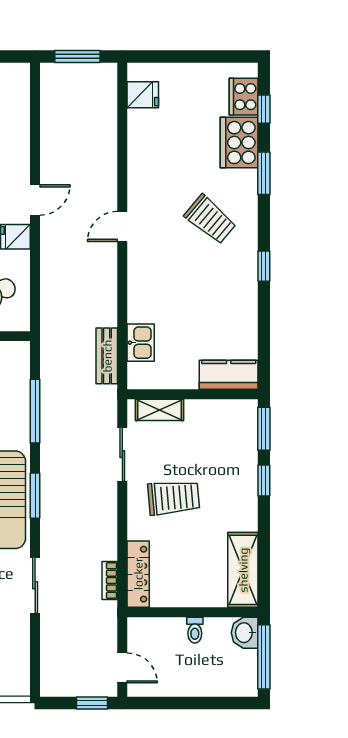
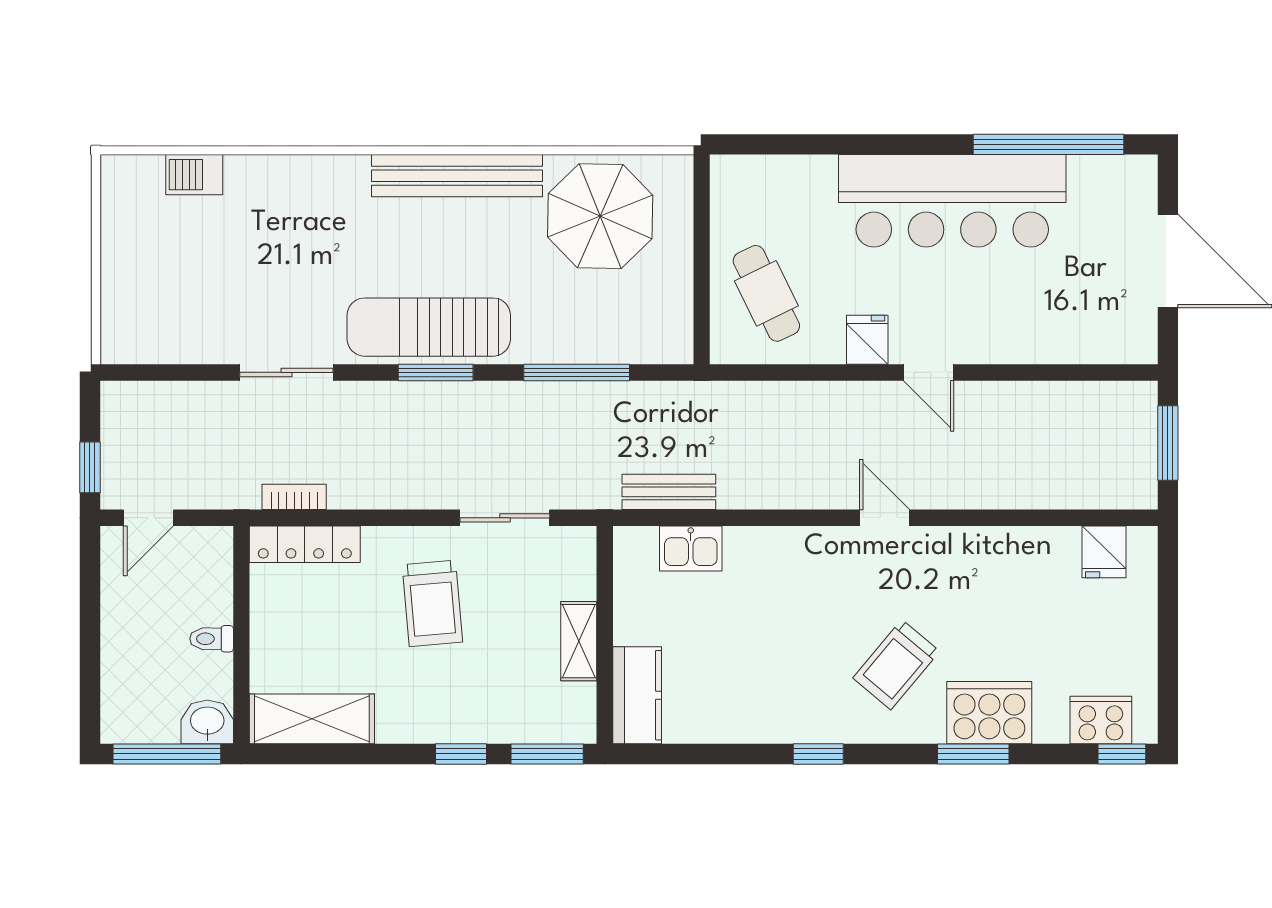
window: (264, 109) -> (1122, 754), moved
cooker: (239, 143) -> (989, 713), moved
shelving: (160, 410) -> (579, 641), moved

